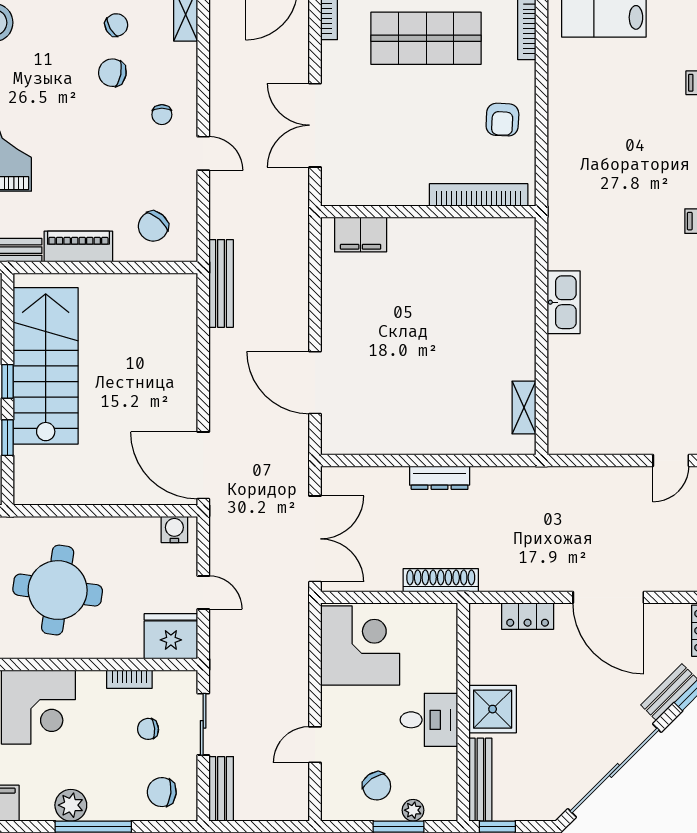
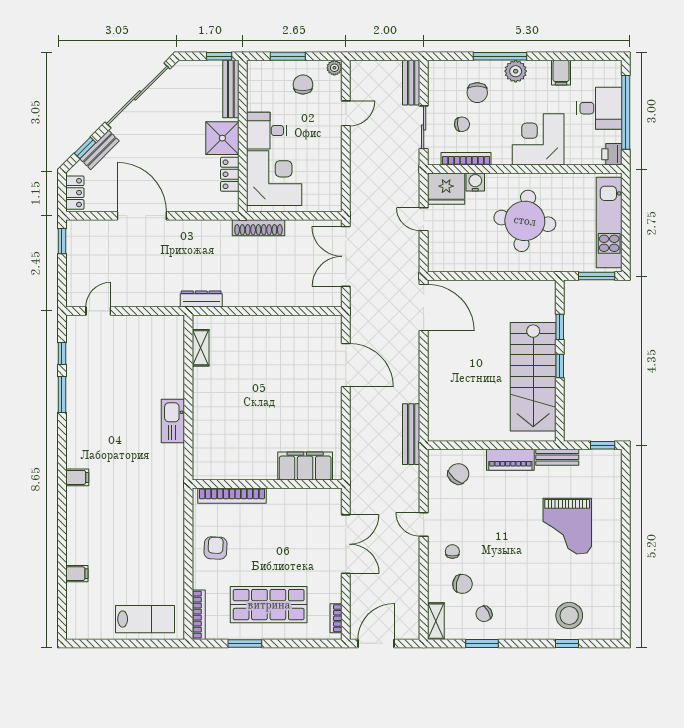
chair: (112, 73) -> (462, 584), moved
filing cabinet: (361, 235) -> (305, 466), width x1.50, depth x1.17
dresser: (440, 478) -> (201, 299), moved
water cooler: (174, 529) -> (475, 182), moved, turned 180
locker: (528, 616) -> (230, 174), moved, turned -90
corner desk: (360, 645) -> (274, 178), moved, turned 180
bookcase: (129, 679) -> (466, 159), width x1.56
chair: (377, 786) -> (303, 85), turned 34
chair: (162, 792) -> (477, 93), moved, turned 84
plant: (413, 810) -> (334, 68), moved

